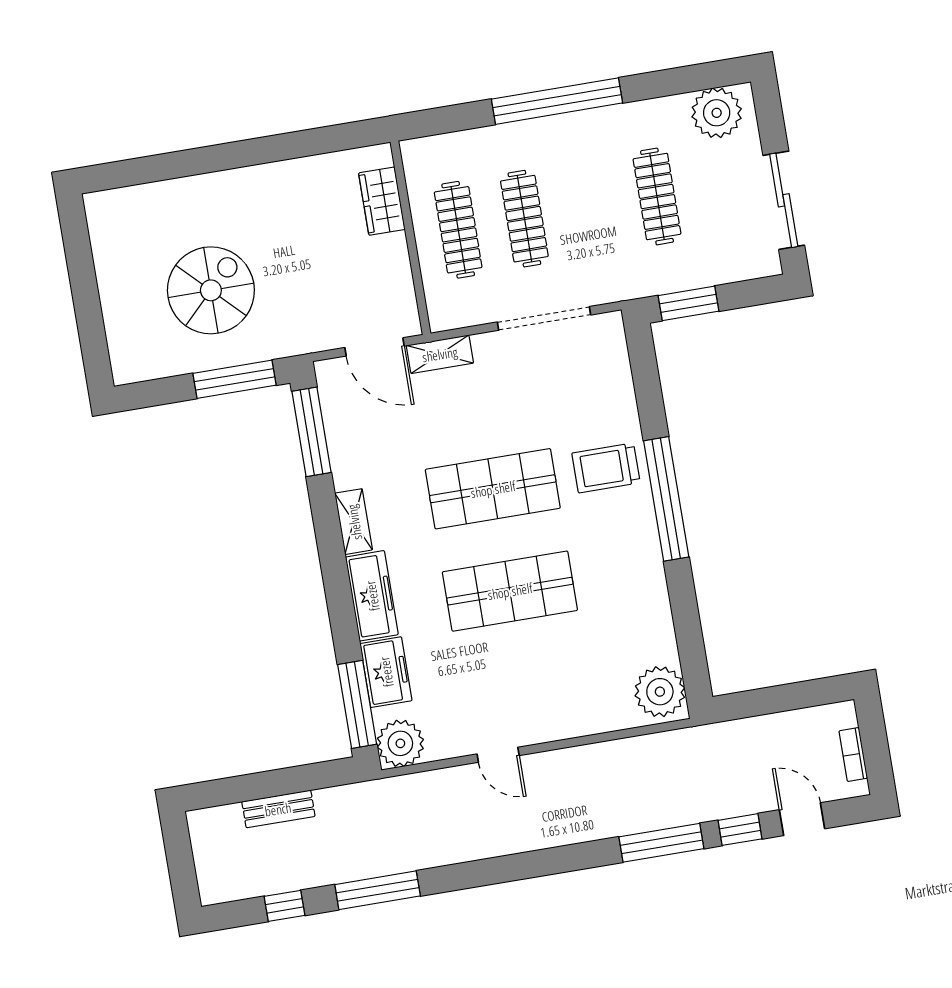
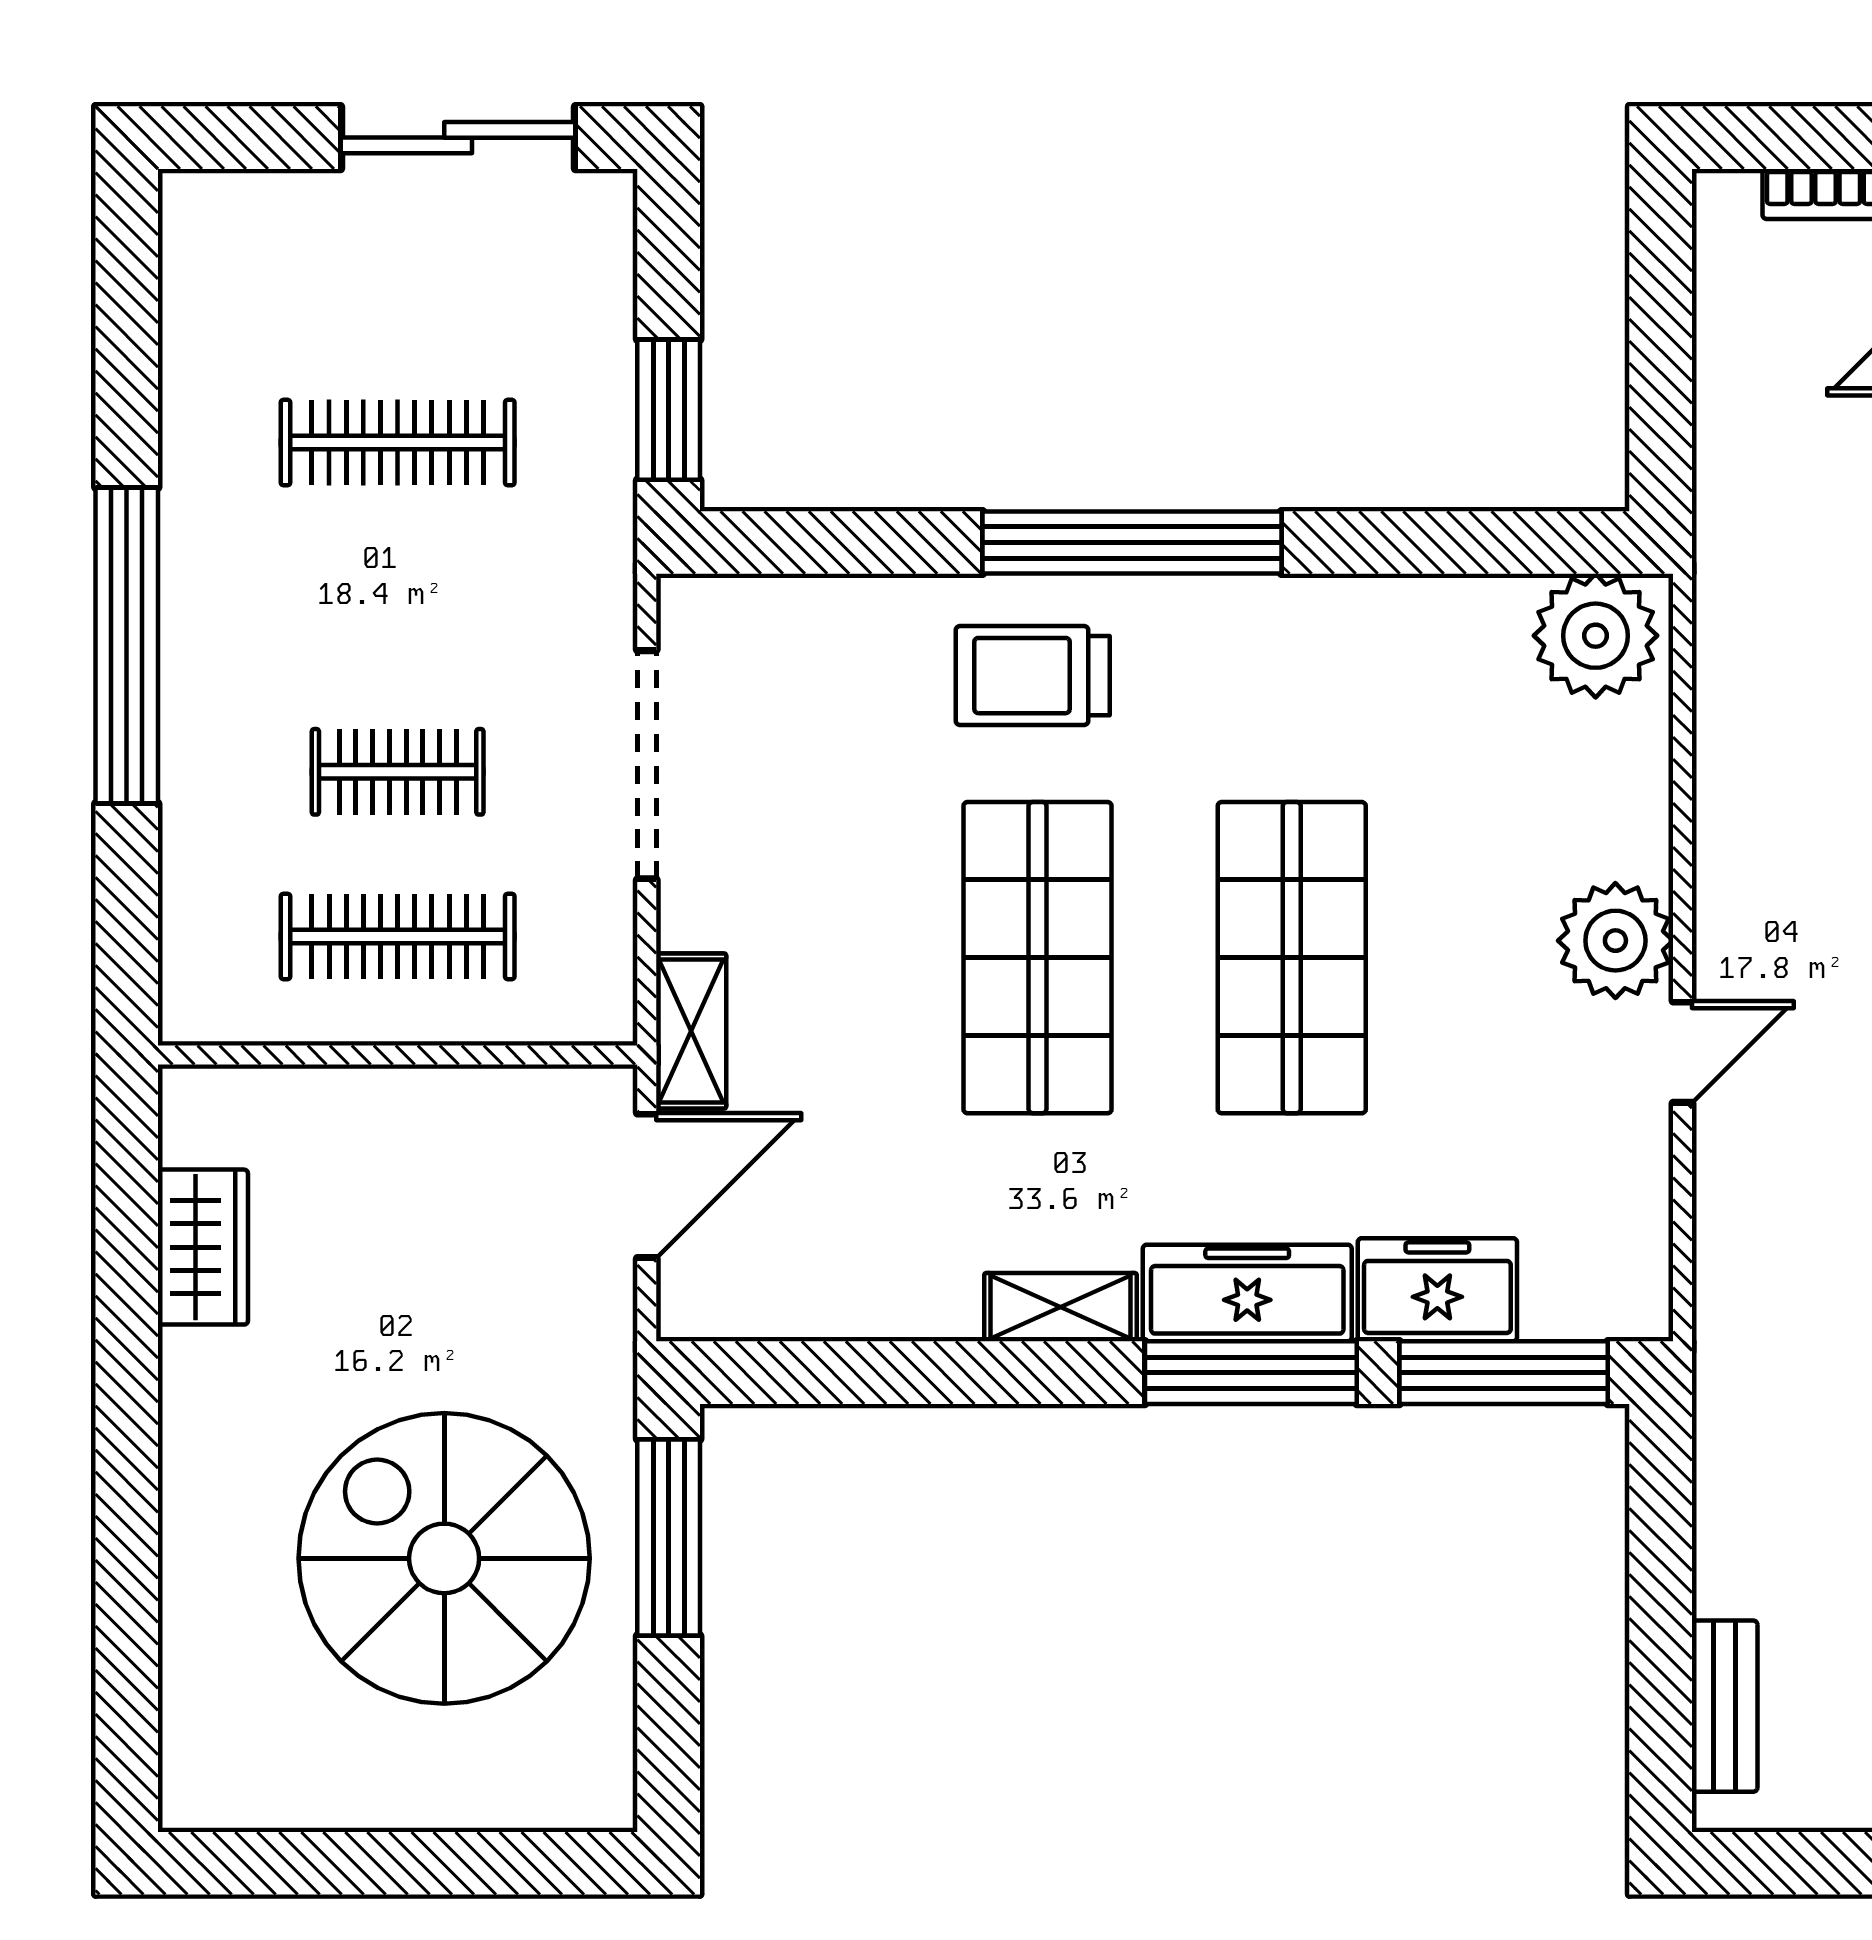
plant: (717, 113) -> (220, 265), removed
wardrobe: (382, 201) -> (203, 1247), moved, turned -90
clothes rail: (524, 219) -> (398, 772), width x0.73
spiral stairs: (211, 290) -> (444, 1558), width x1.37, depth x1.37
window: (311, 432) -> (1251, 1373), moved
trolley: (606, 468) -> (1033, 676), turned 90
plant: (400, 743) -> (1615, 941), moved
bench: (278, 809) -> (1725, 1706), moved

